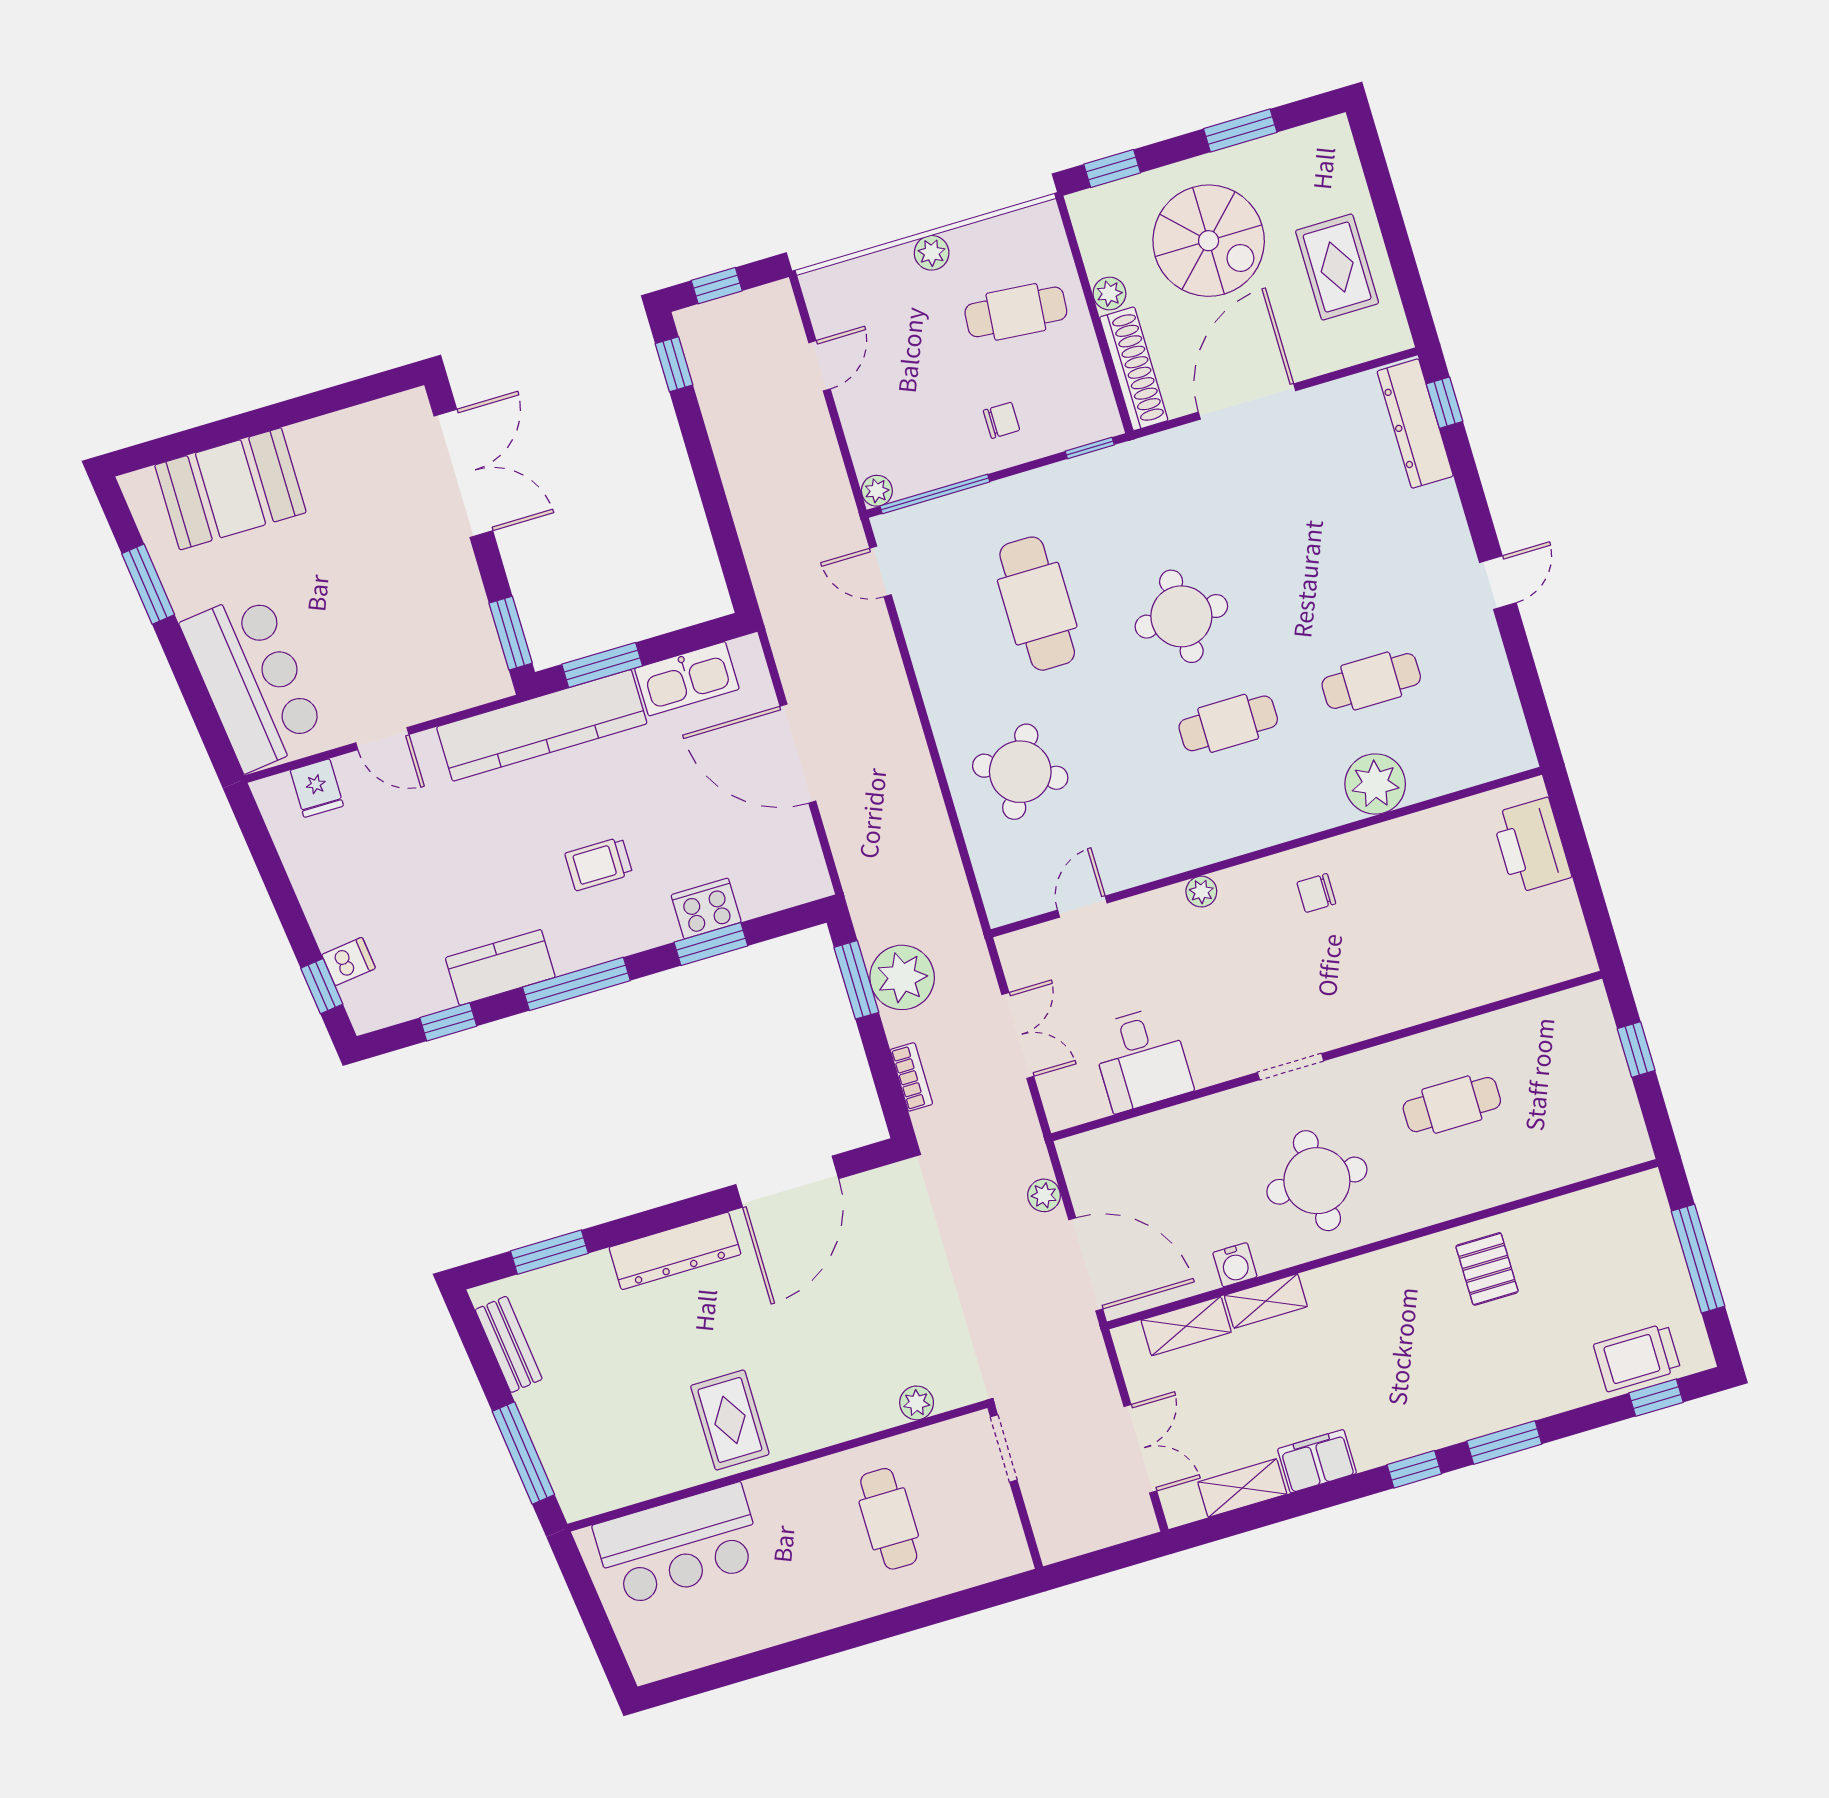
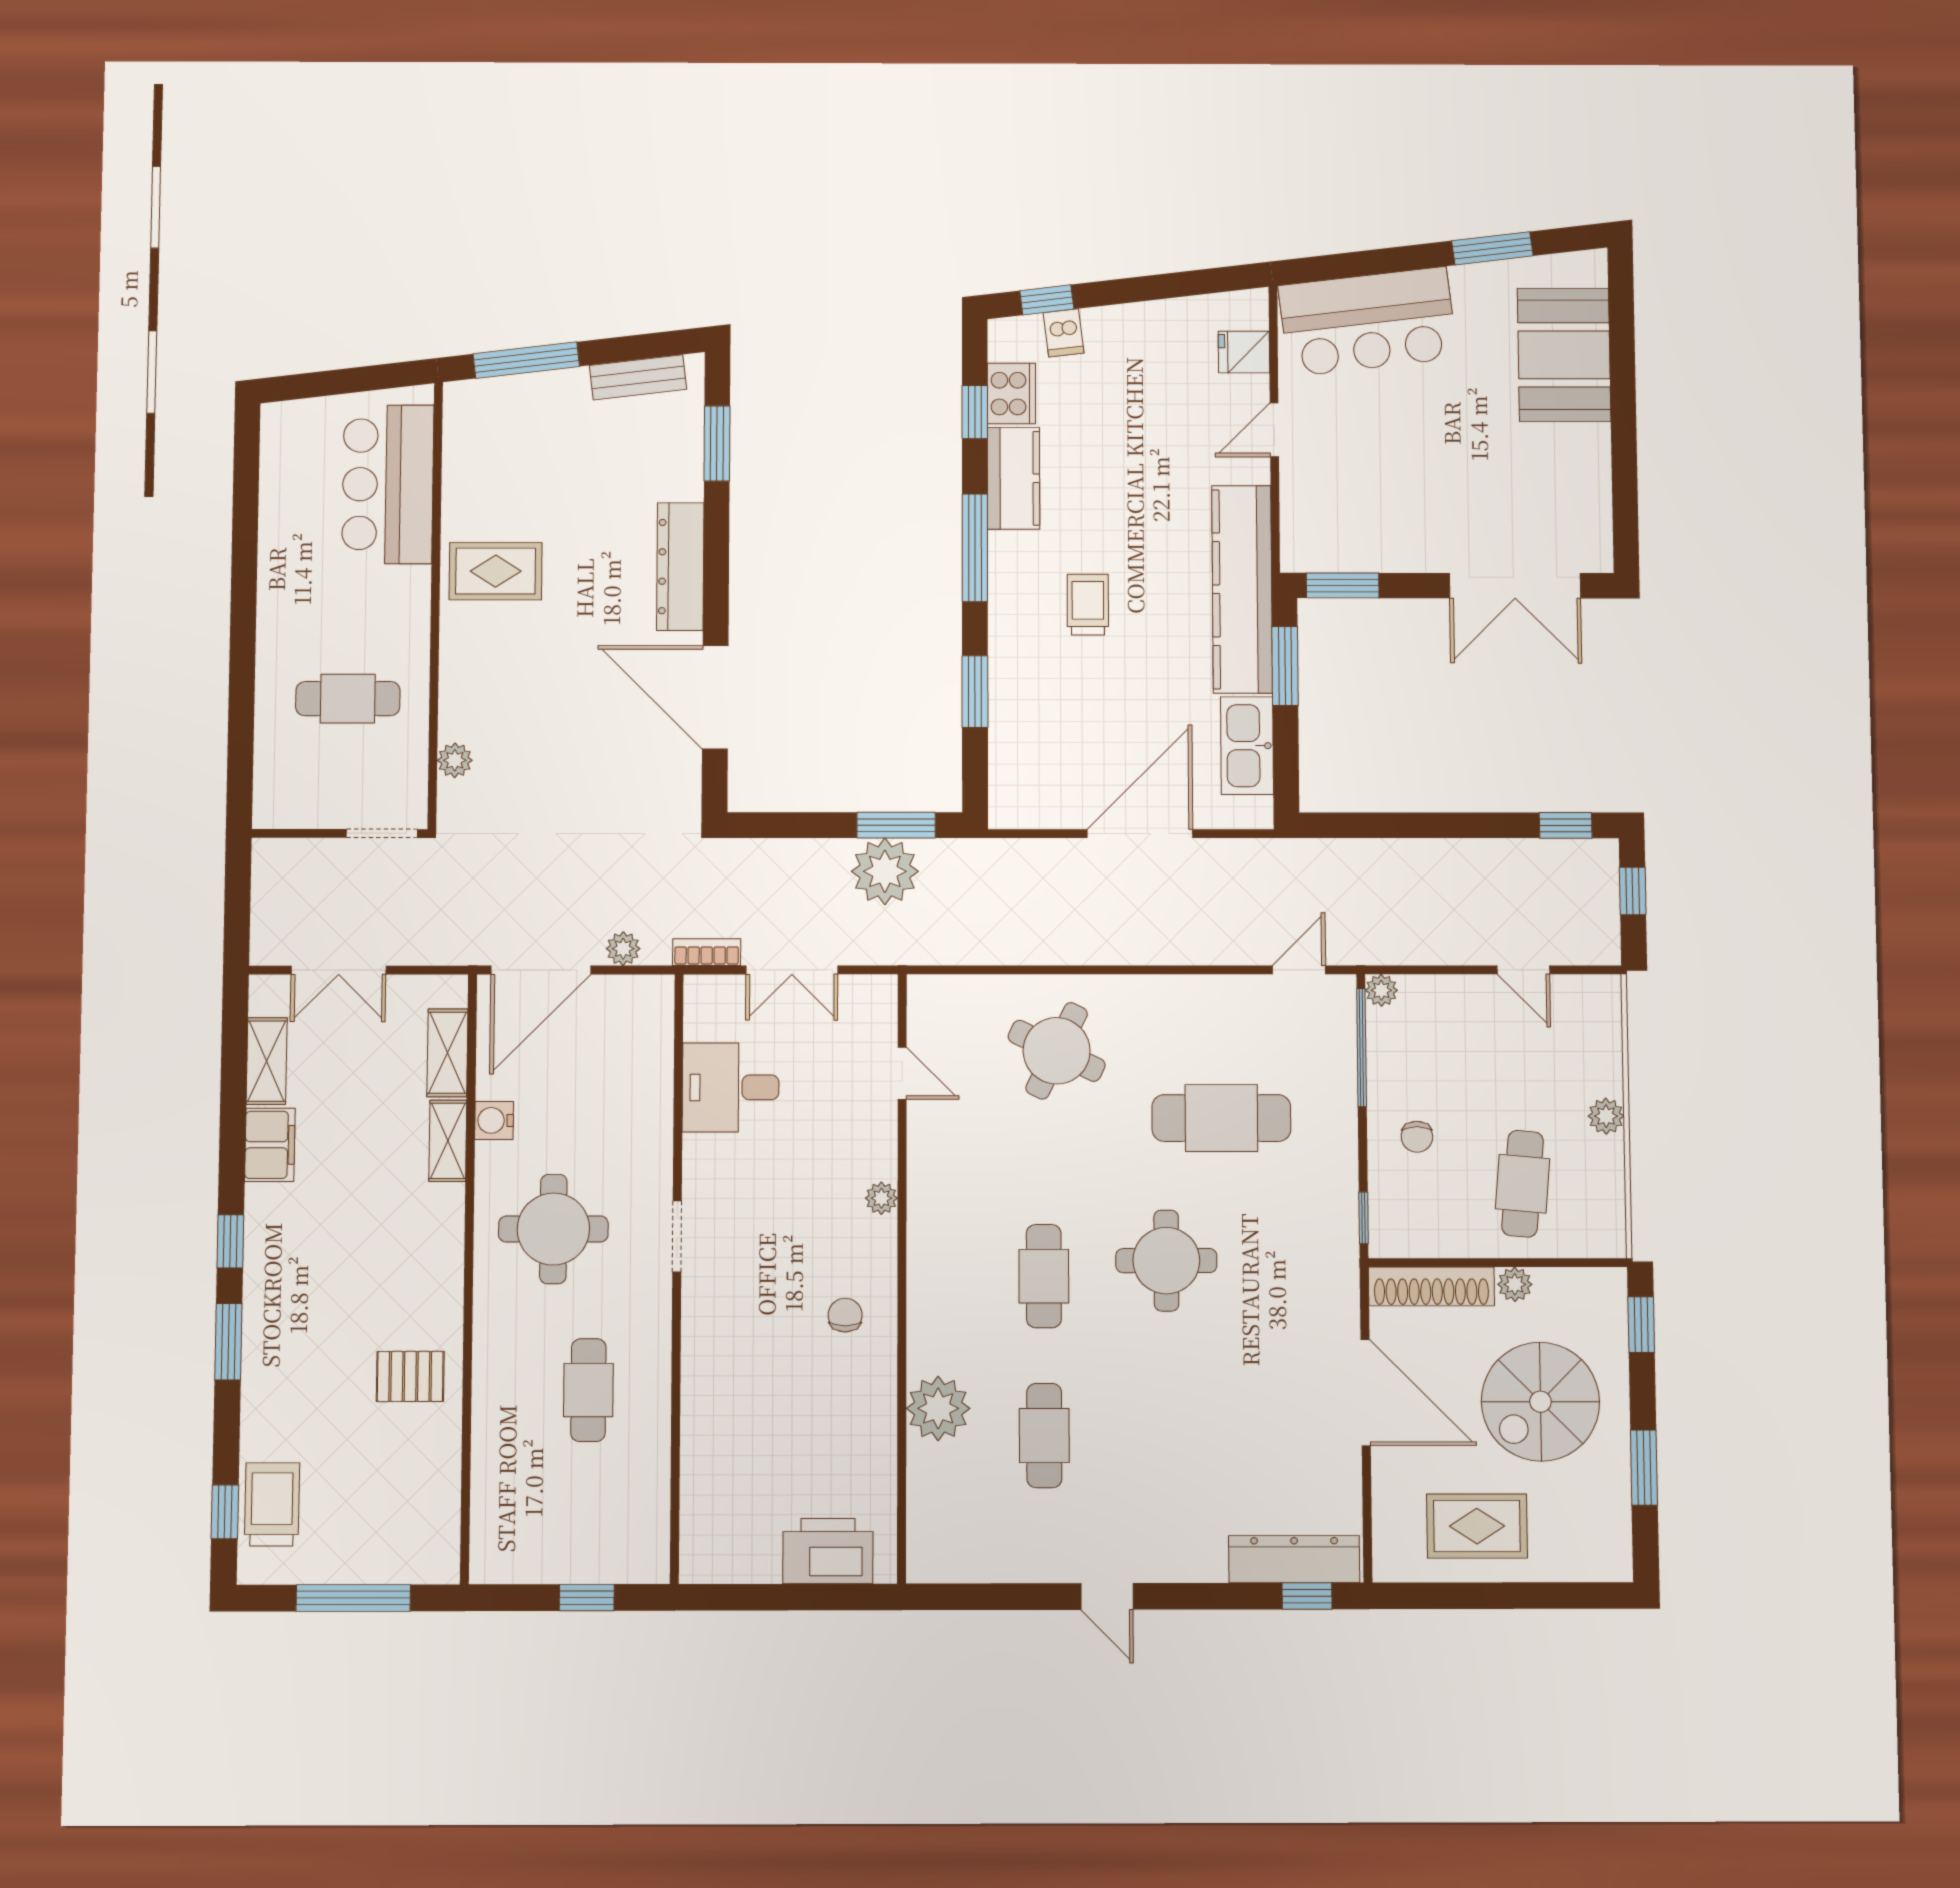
cooker: (706, 908) -> (1011, 394), moved
bookcase: (911, 1077) -> (707, 952), moved, turned 180

